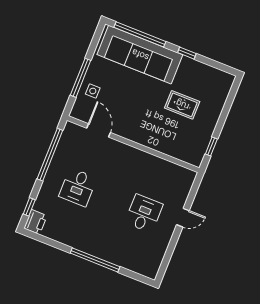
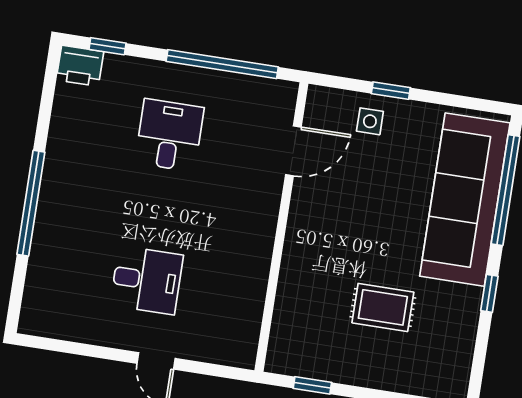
window: (81, 78) -> (391, 91), width x0.46
rug: (182, 105) -> (383, 307), turned 90
desk: (78, 187) -> (169, 135), turned 90

